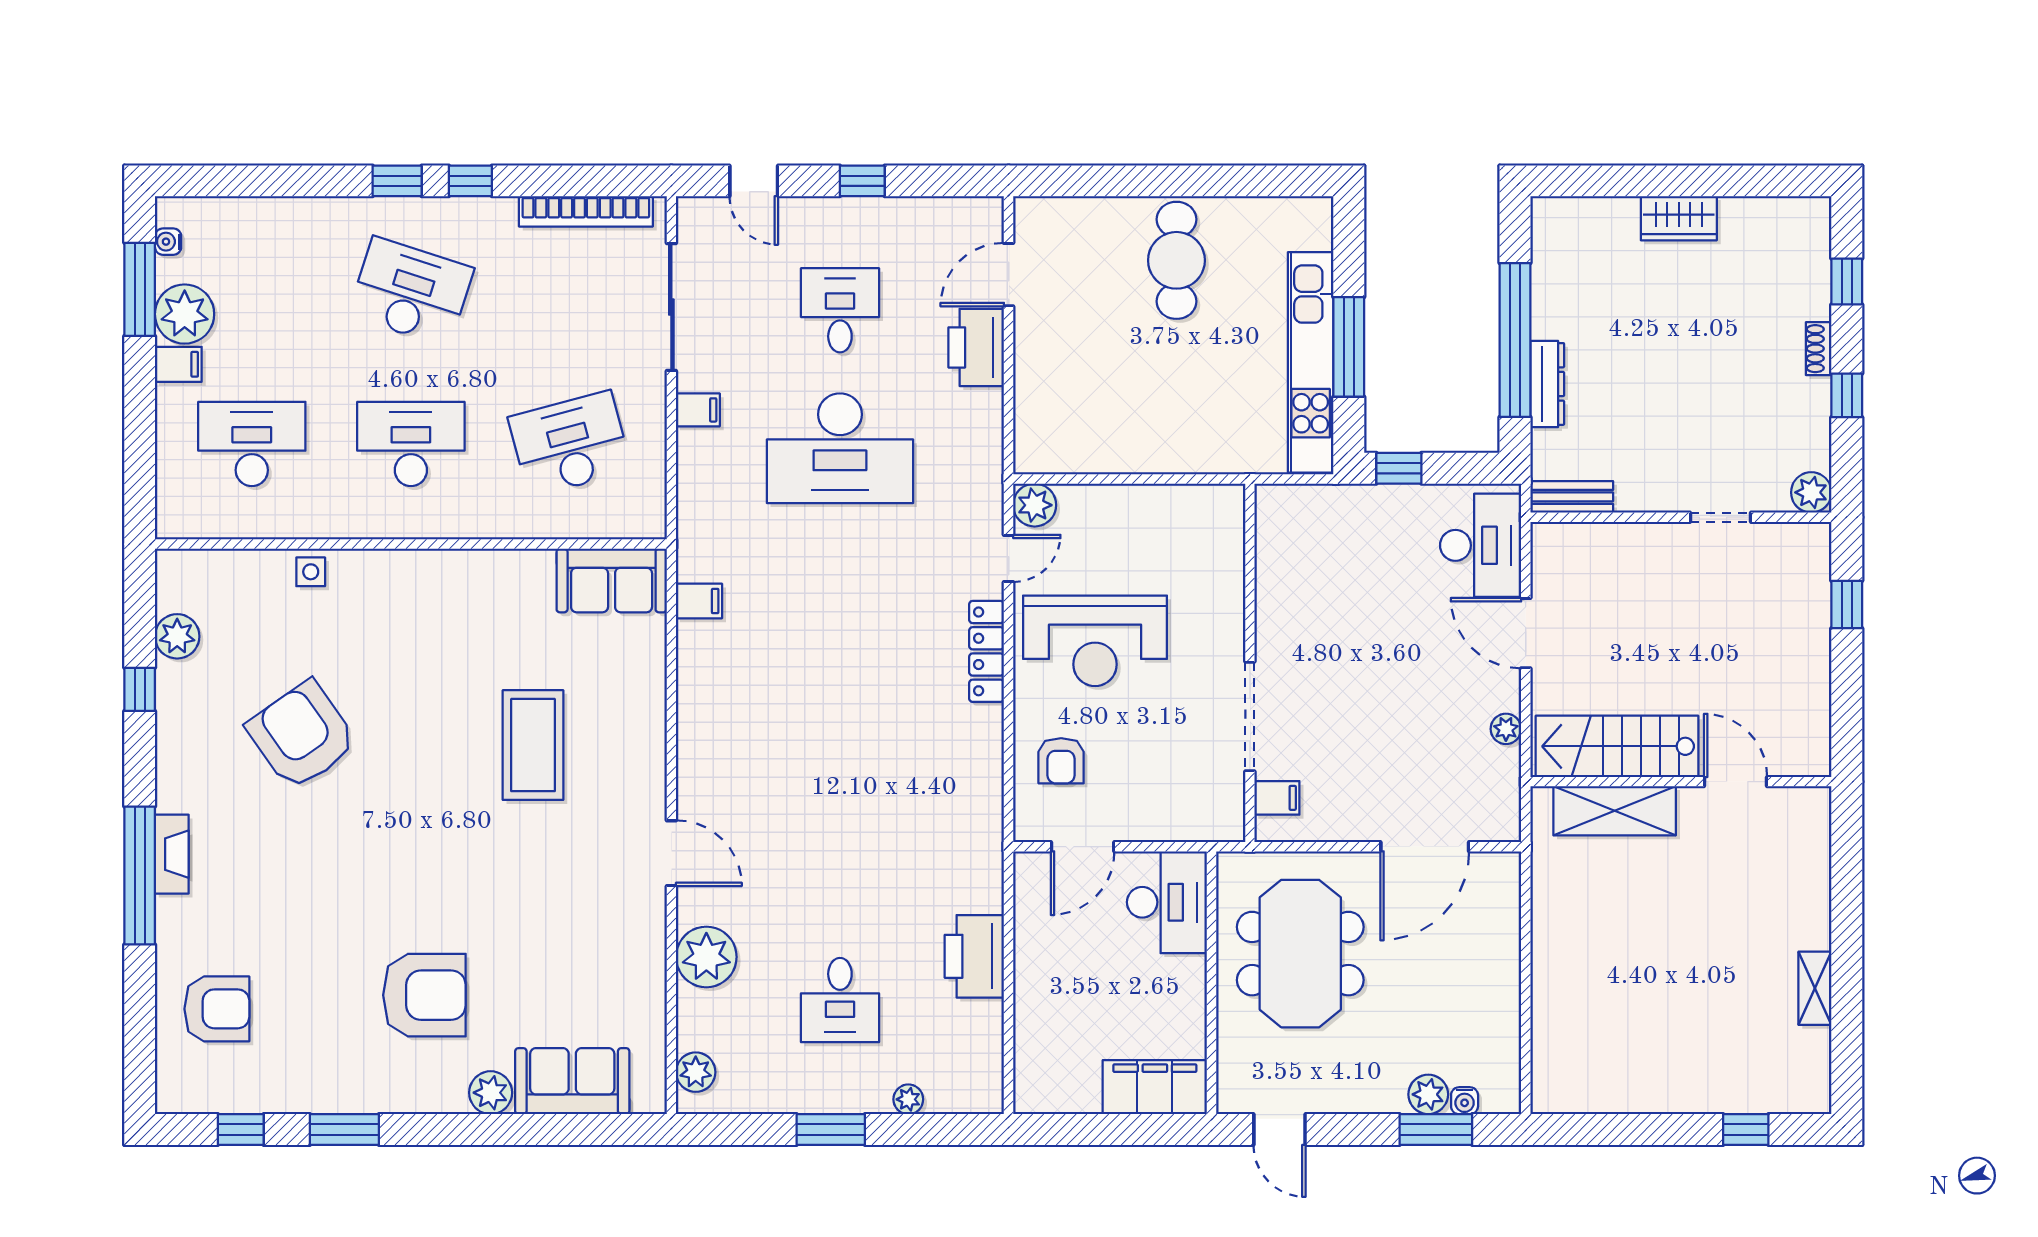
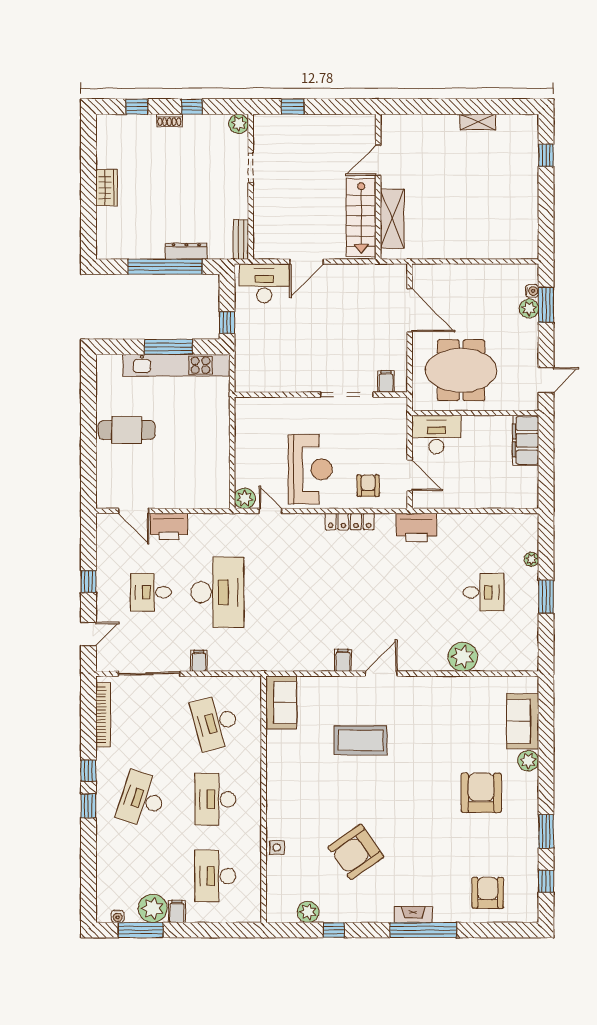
filing cabinet: (699, 601) -> (343, 660), moved
locker: (987, 651) -> (350, 522), moved
plant: (1506, 729) -> (353, 271), removed
armchair: (1061, 761) -> (368, 486), turned -90
door: (671, 853) -> (381, 674), moved
printer: (974, 956) -> (416, 527), moved
plant: (696, 1072) -> (518, 662), removed

